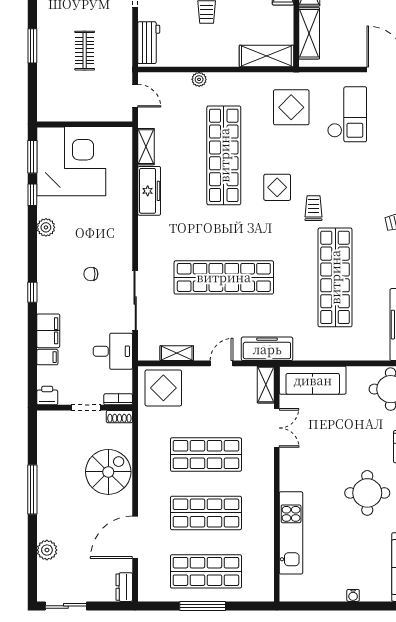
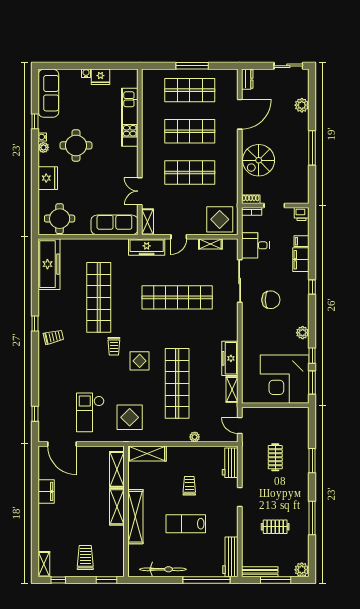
chair: (91, 274) -> (271, 300), width x1.87, depth x1.87
fridge: (333, 590) -> (100, 77), added

